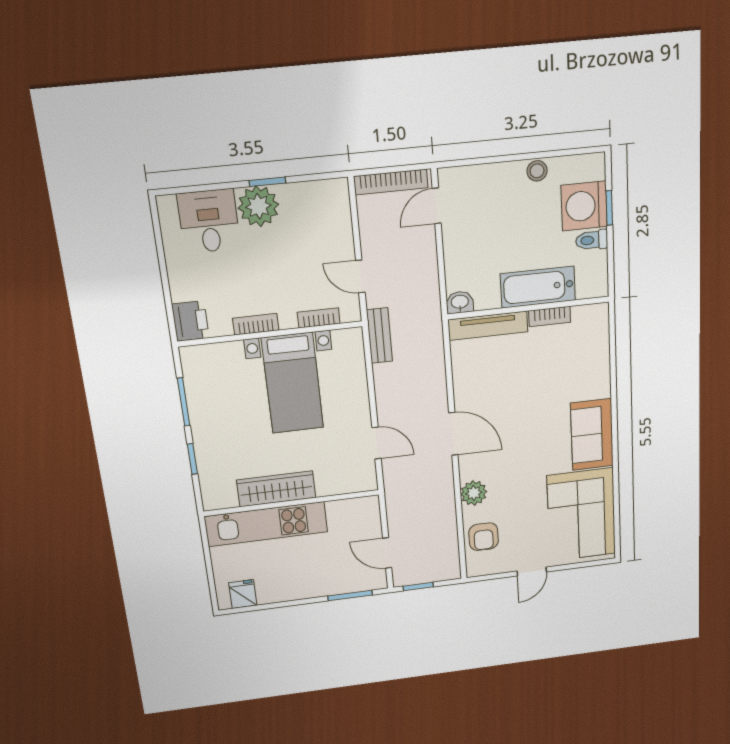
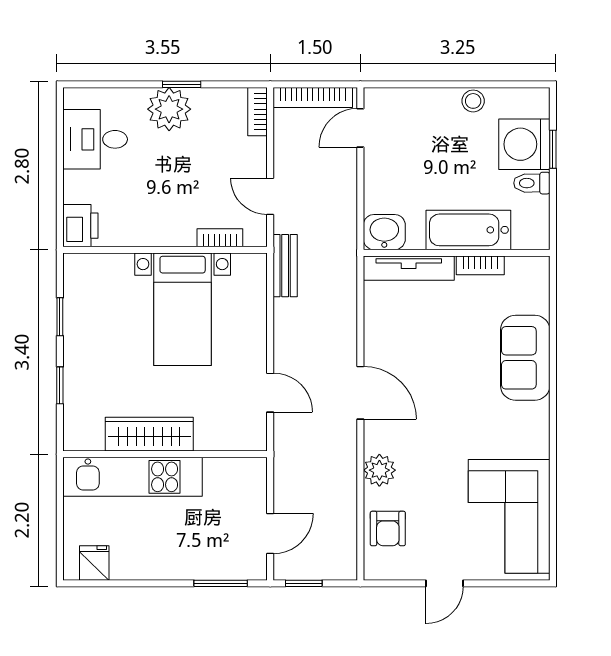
desk: (209, 221) -> (95, 139), moved, turned -90
washbasin: (460, 302) -> (384, 232), width x1.38, depth x1.45
bookcase: (256, 324) -> (257, 112), moved, turned -90
window: (184, 402) -> (60, 317), width x0.67
sofa: (592, 435) -> (525, 358), moved
door: (387, 553) -> (270, 534), swing flipped

